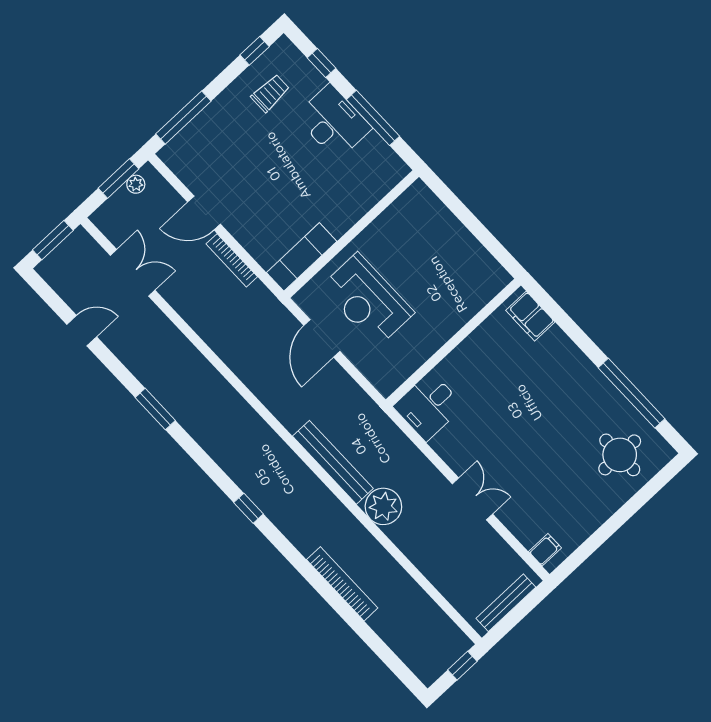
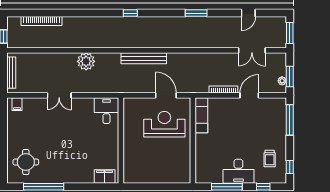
bench: (333, 462) -> (144, 58), moved
bookcase: (342, 584) -> (42, 21), moved

